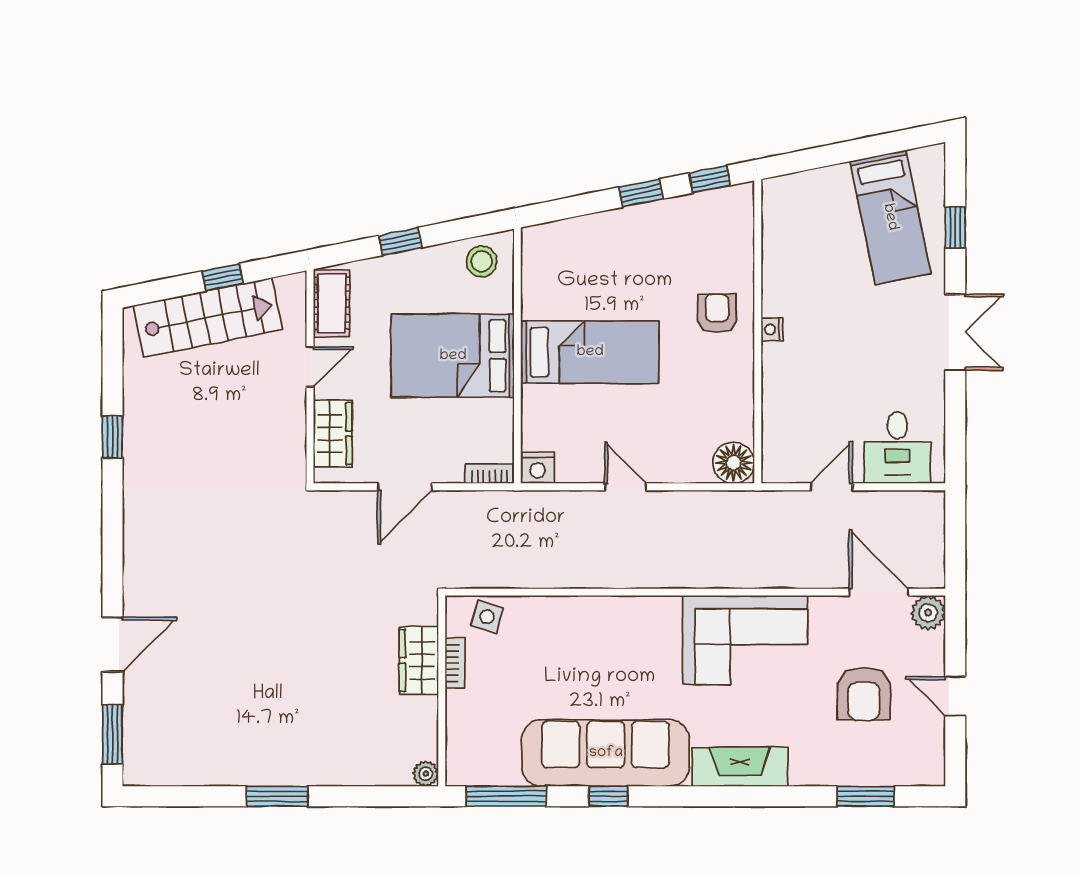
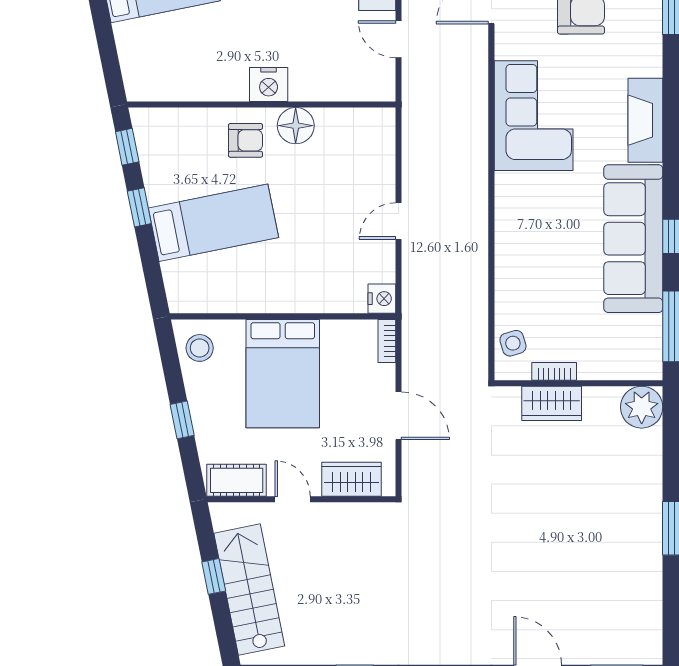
armchair: (717, 313) -> (245, 140), turned 180
nightstand: (772, 329) -> (269, 84), width x1.89, depth x1.79
bed: (590, 352) -> (213, 223), moved, turned 79
floor lamp: (734, 463) -> (296, 126), moved
side table: (487, 617) -> (513, 343), turned -33
plant: (426, 774) -> (642, 407), width x1.88, depth x1.88

